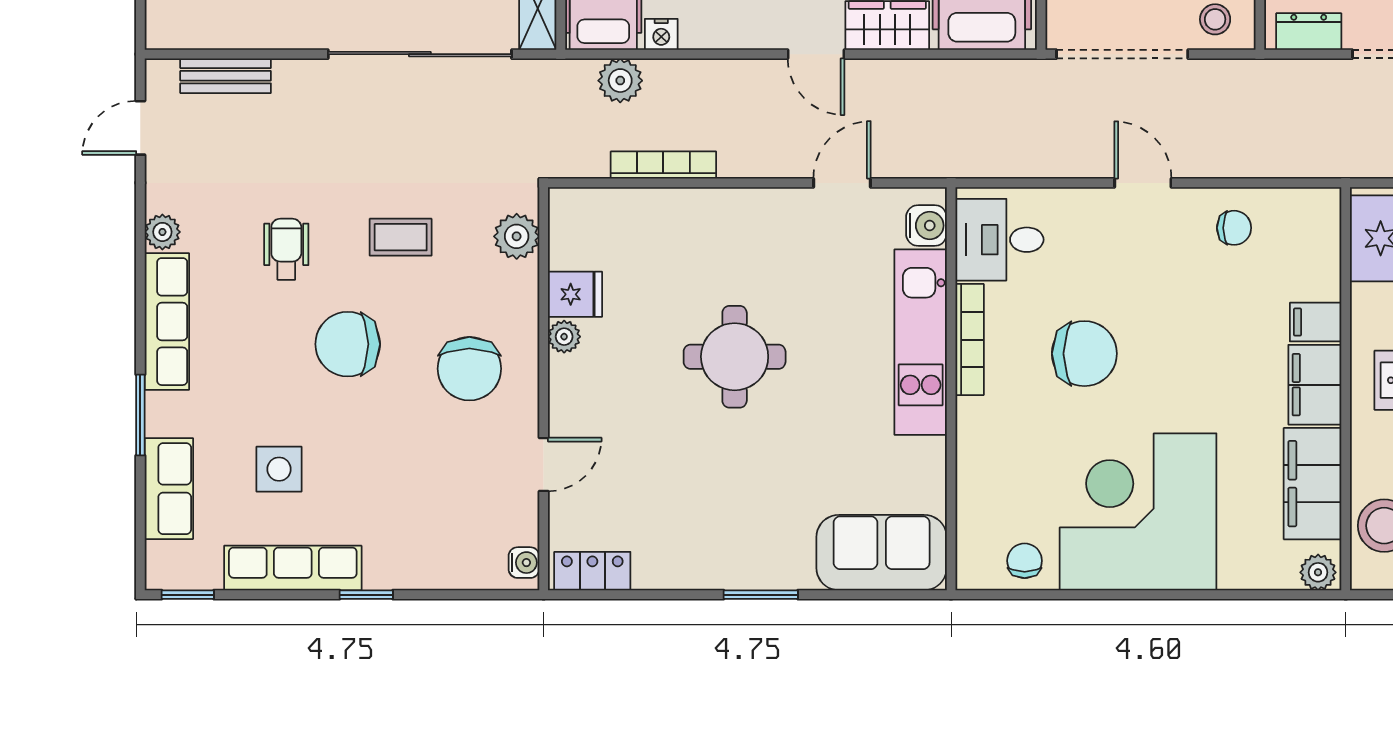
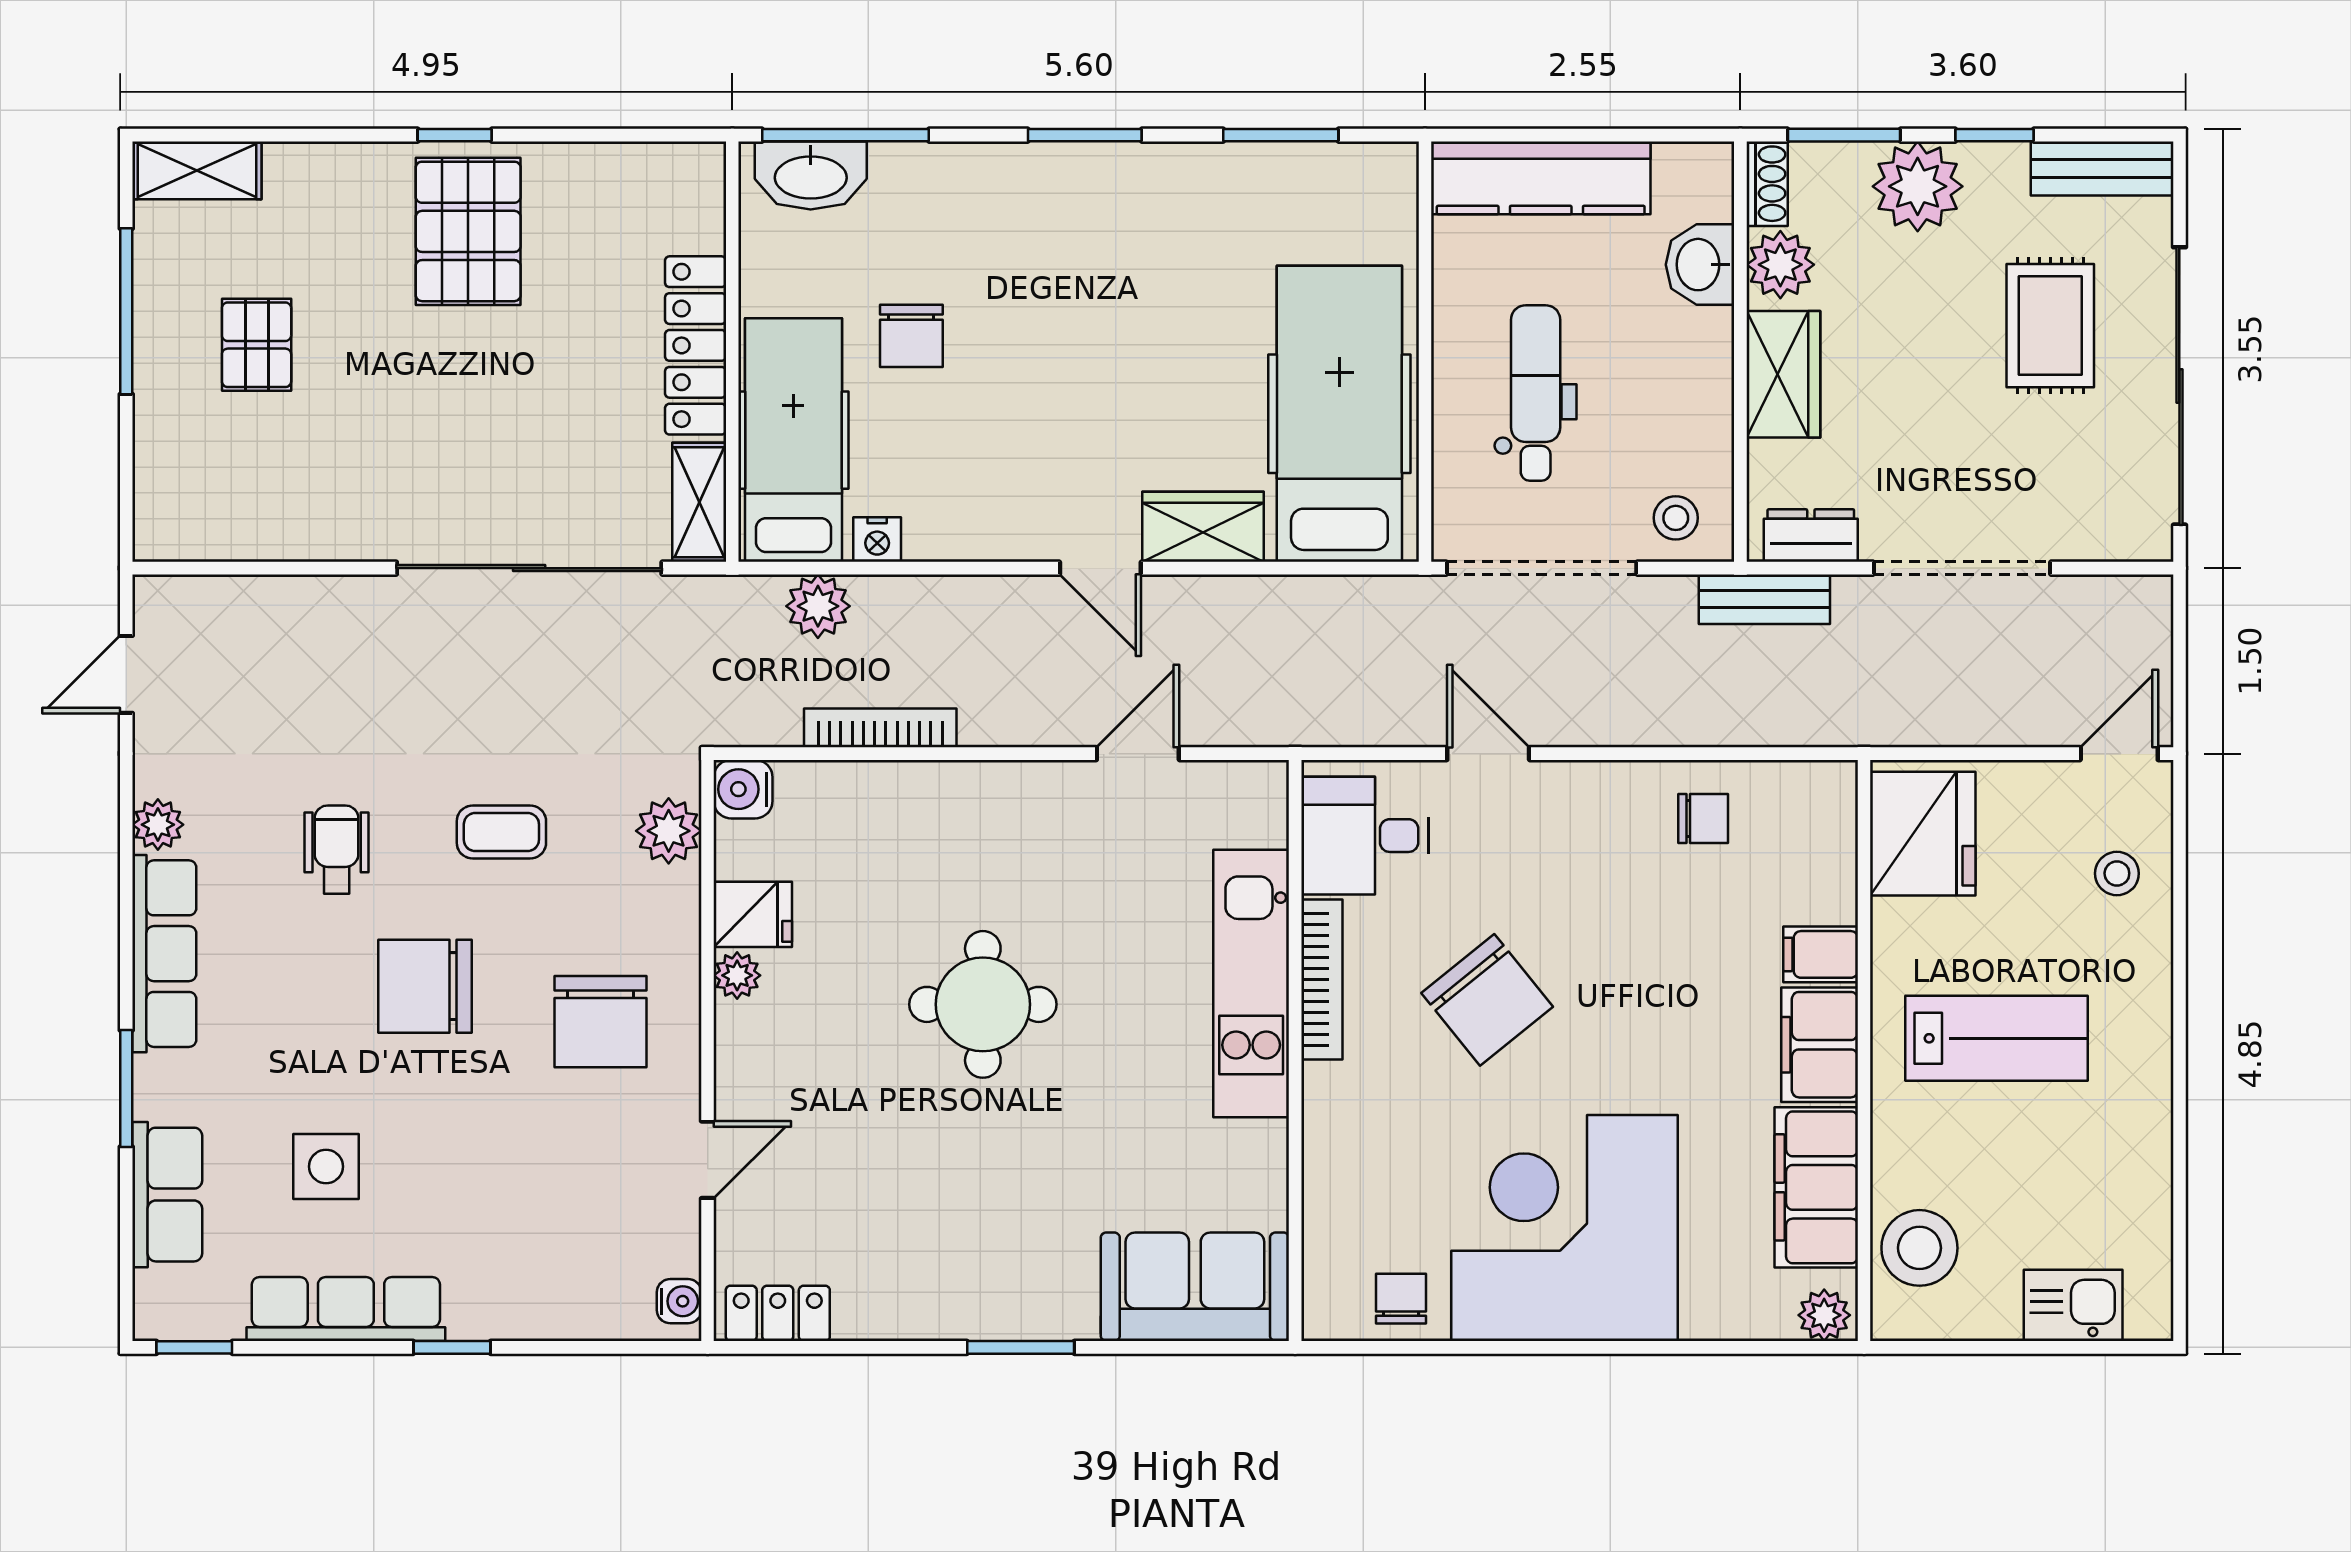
bench: (226, 76) -> (1764, 599), moved
door: (1143, 183) -> (1488, 754), moved
water cooler: (926, 226) -> (743, 789), moved, turned 180
chair: (1084, 354) -> (1487, 1000), turned 51

